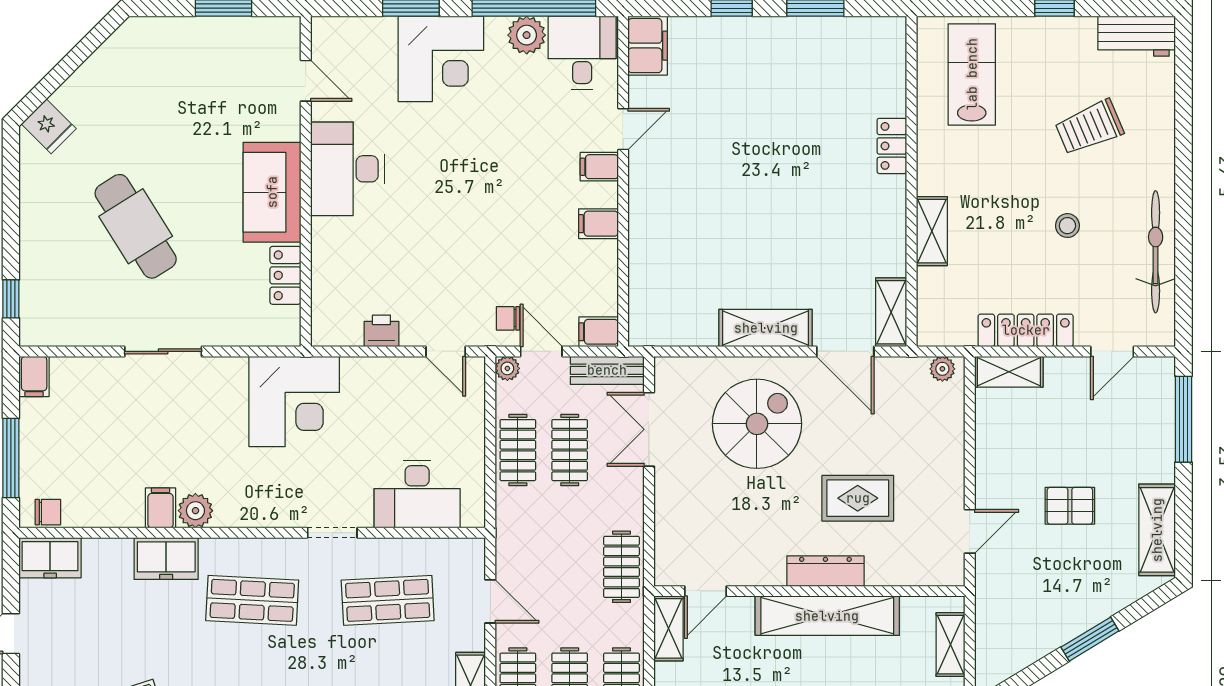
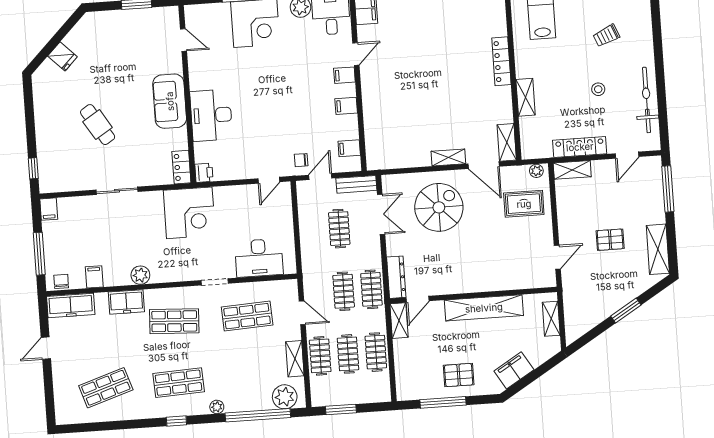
fridge: (49, 126) -> (62, 56), moved
trolley: (1089, 127) -> (606, 36), width x0.73, depth x0.72
locker: (892, 146) -> (501, 61), width x1.53
desk: (347, 169) -> (211, 115), moved
cafe table: (136, 226) -> (98, 125), width x0.73, depth x0.74
locker: (285, 275) -> (181, 167), moved
shelving: (766, 328) -> (448, 157), width x0.67, depth x0.75
printer: (381, 331) -> (204, 173), moved, turned 90
filing cabinet: (599, 332) -> (349, 148), moved
door: (446, 351) -> (269, 180), hinge flipped
door: (541, 351) -> (320, 177), hinge flipped
plant: (507, 368) -> (303, 187), removed
double door: (649, 429) -> (381, 214), swing flipped
clothes rail: (518, 450) -> (344, 291), moved
rug: (858, 498) -> (524, 204), moved
filing cabinet: (161, 508) -> (94, 277), moved
chair: (48, 512) -> (61, 281), turned -90
freezer: (50, 558) -> (71, 305), width x1.40
dresser: (825, 571) -> (396, 277), moved, turned 90

